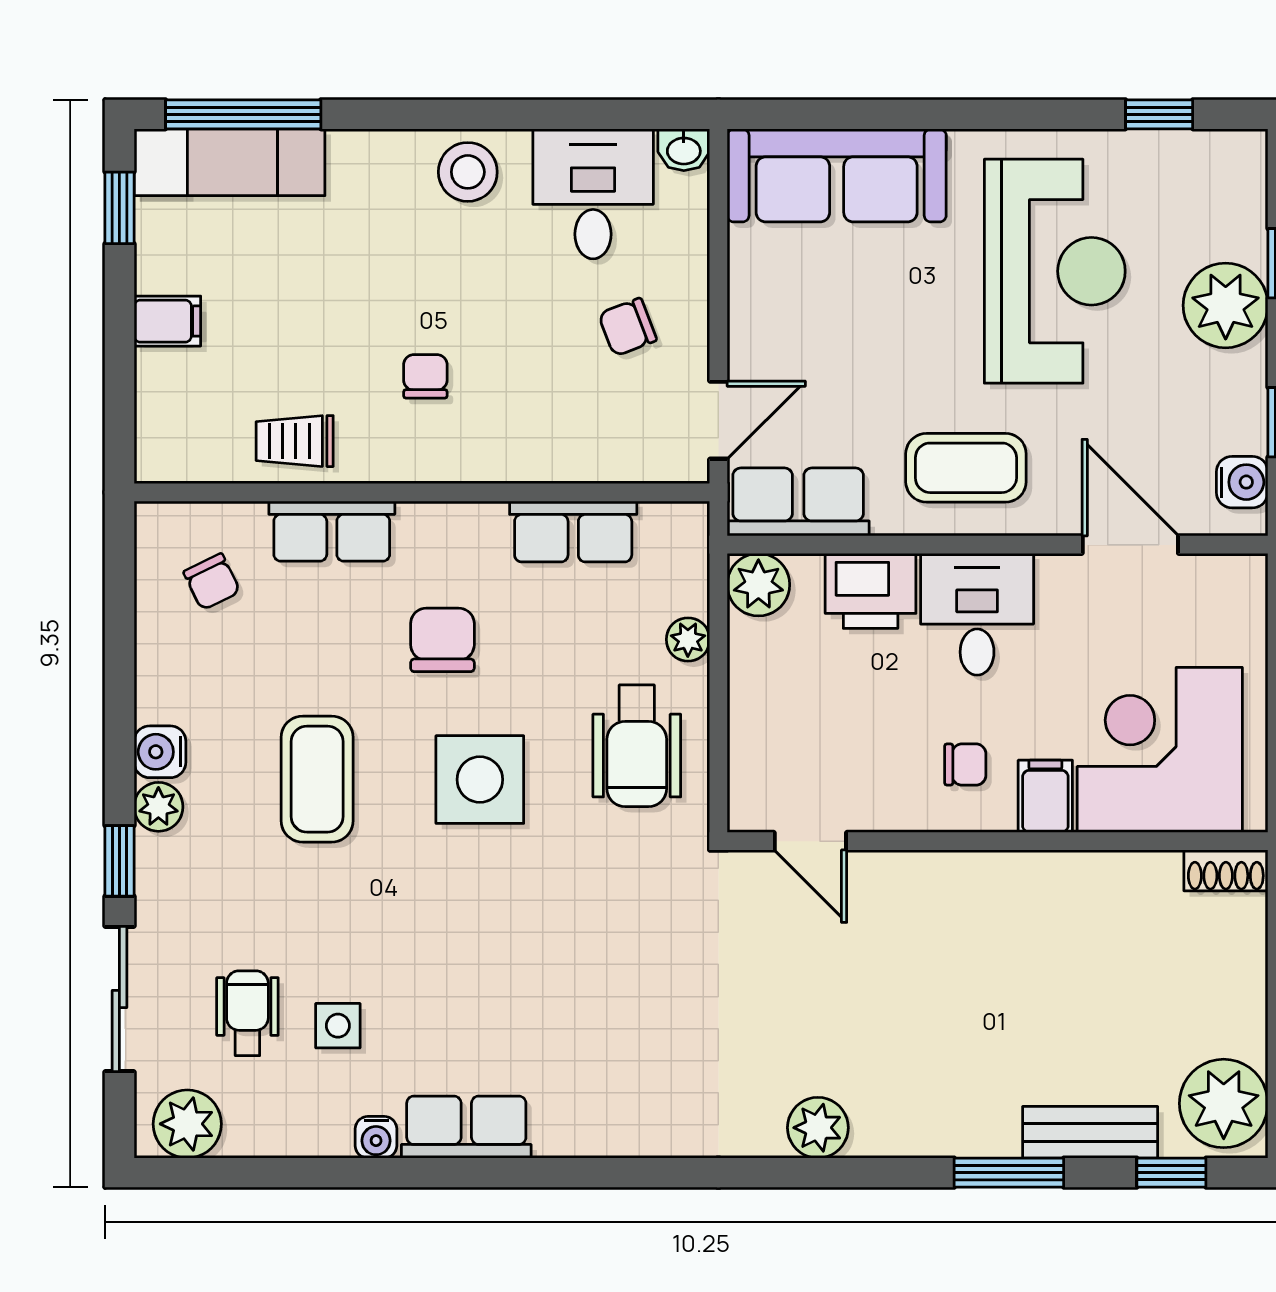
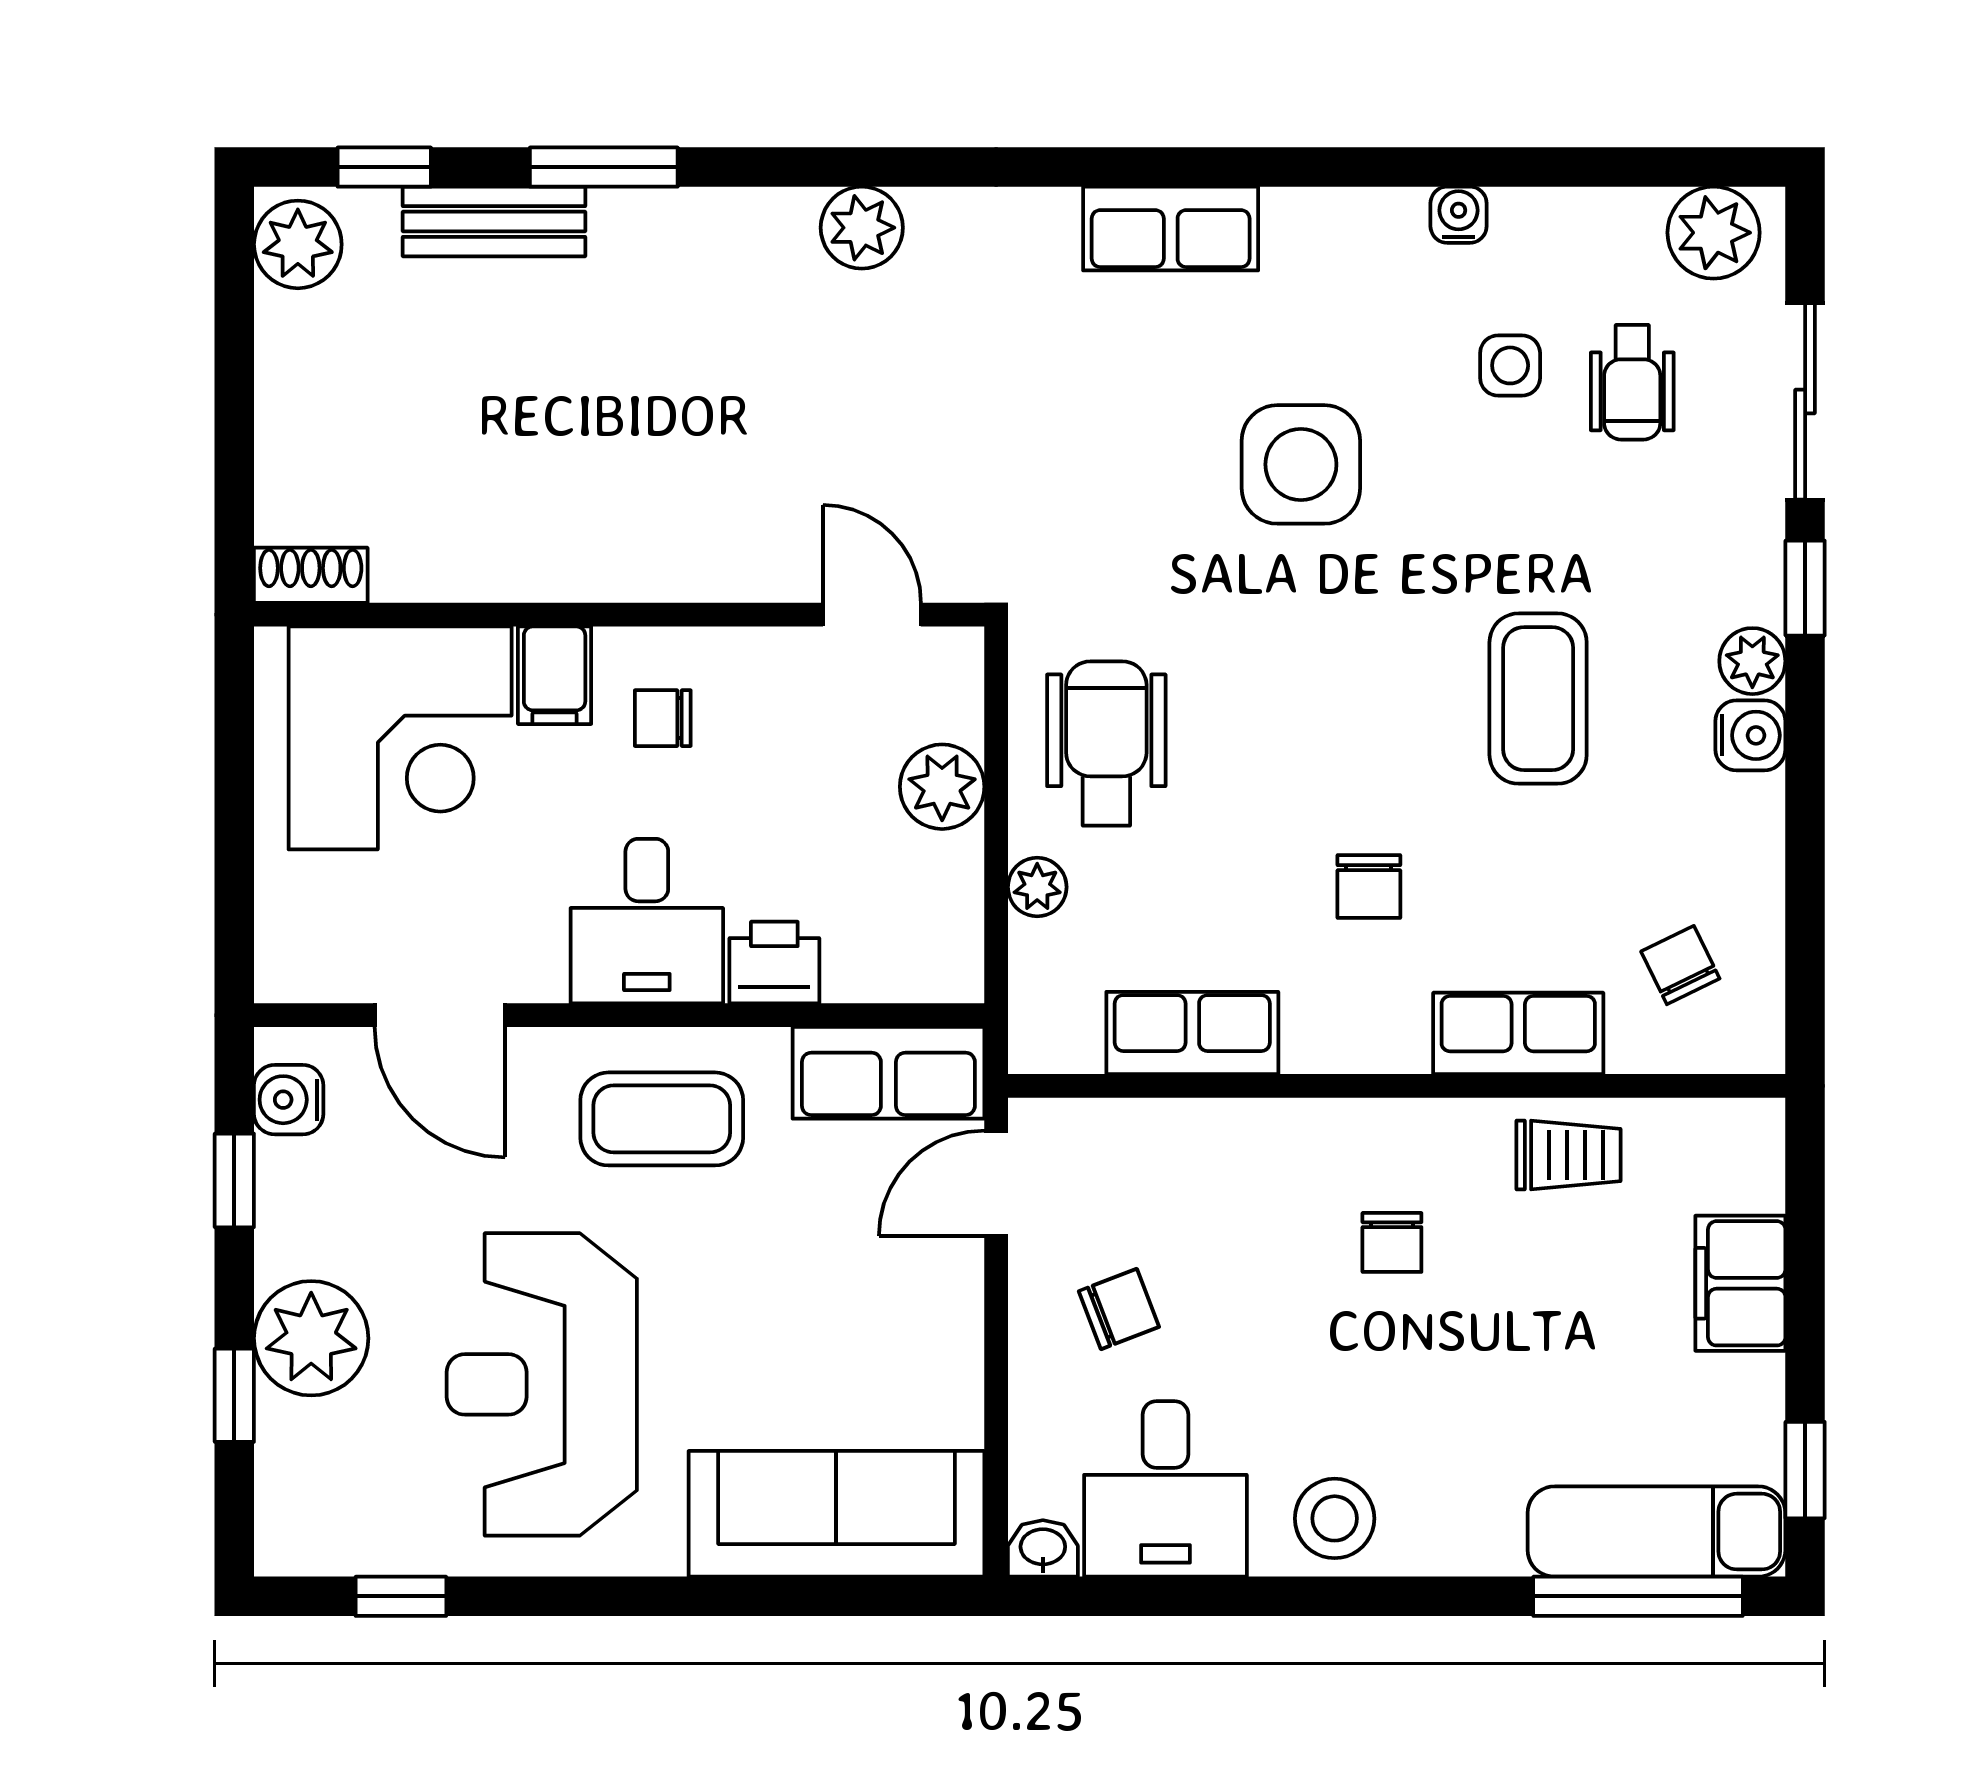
filing cabinet: (167, 321) -> (1740, 1283), width x2.00
plant: (758, 585) -> (942, 787), moved
printer: (871, 591) -> (774, 963), width x0.73, depth x0.81
chair: (442, 640) -> (1369, 886), width x0.73, depth x0.73
side table: (480, 780) -> (1301, 464), moved
plant: (1224, 1103) -> (298, 244), width x0.73, depth x0.73
row of seats: (466, 1127) -> (1171, 229), moved

